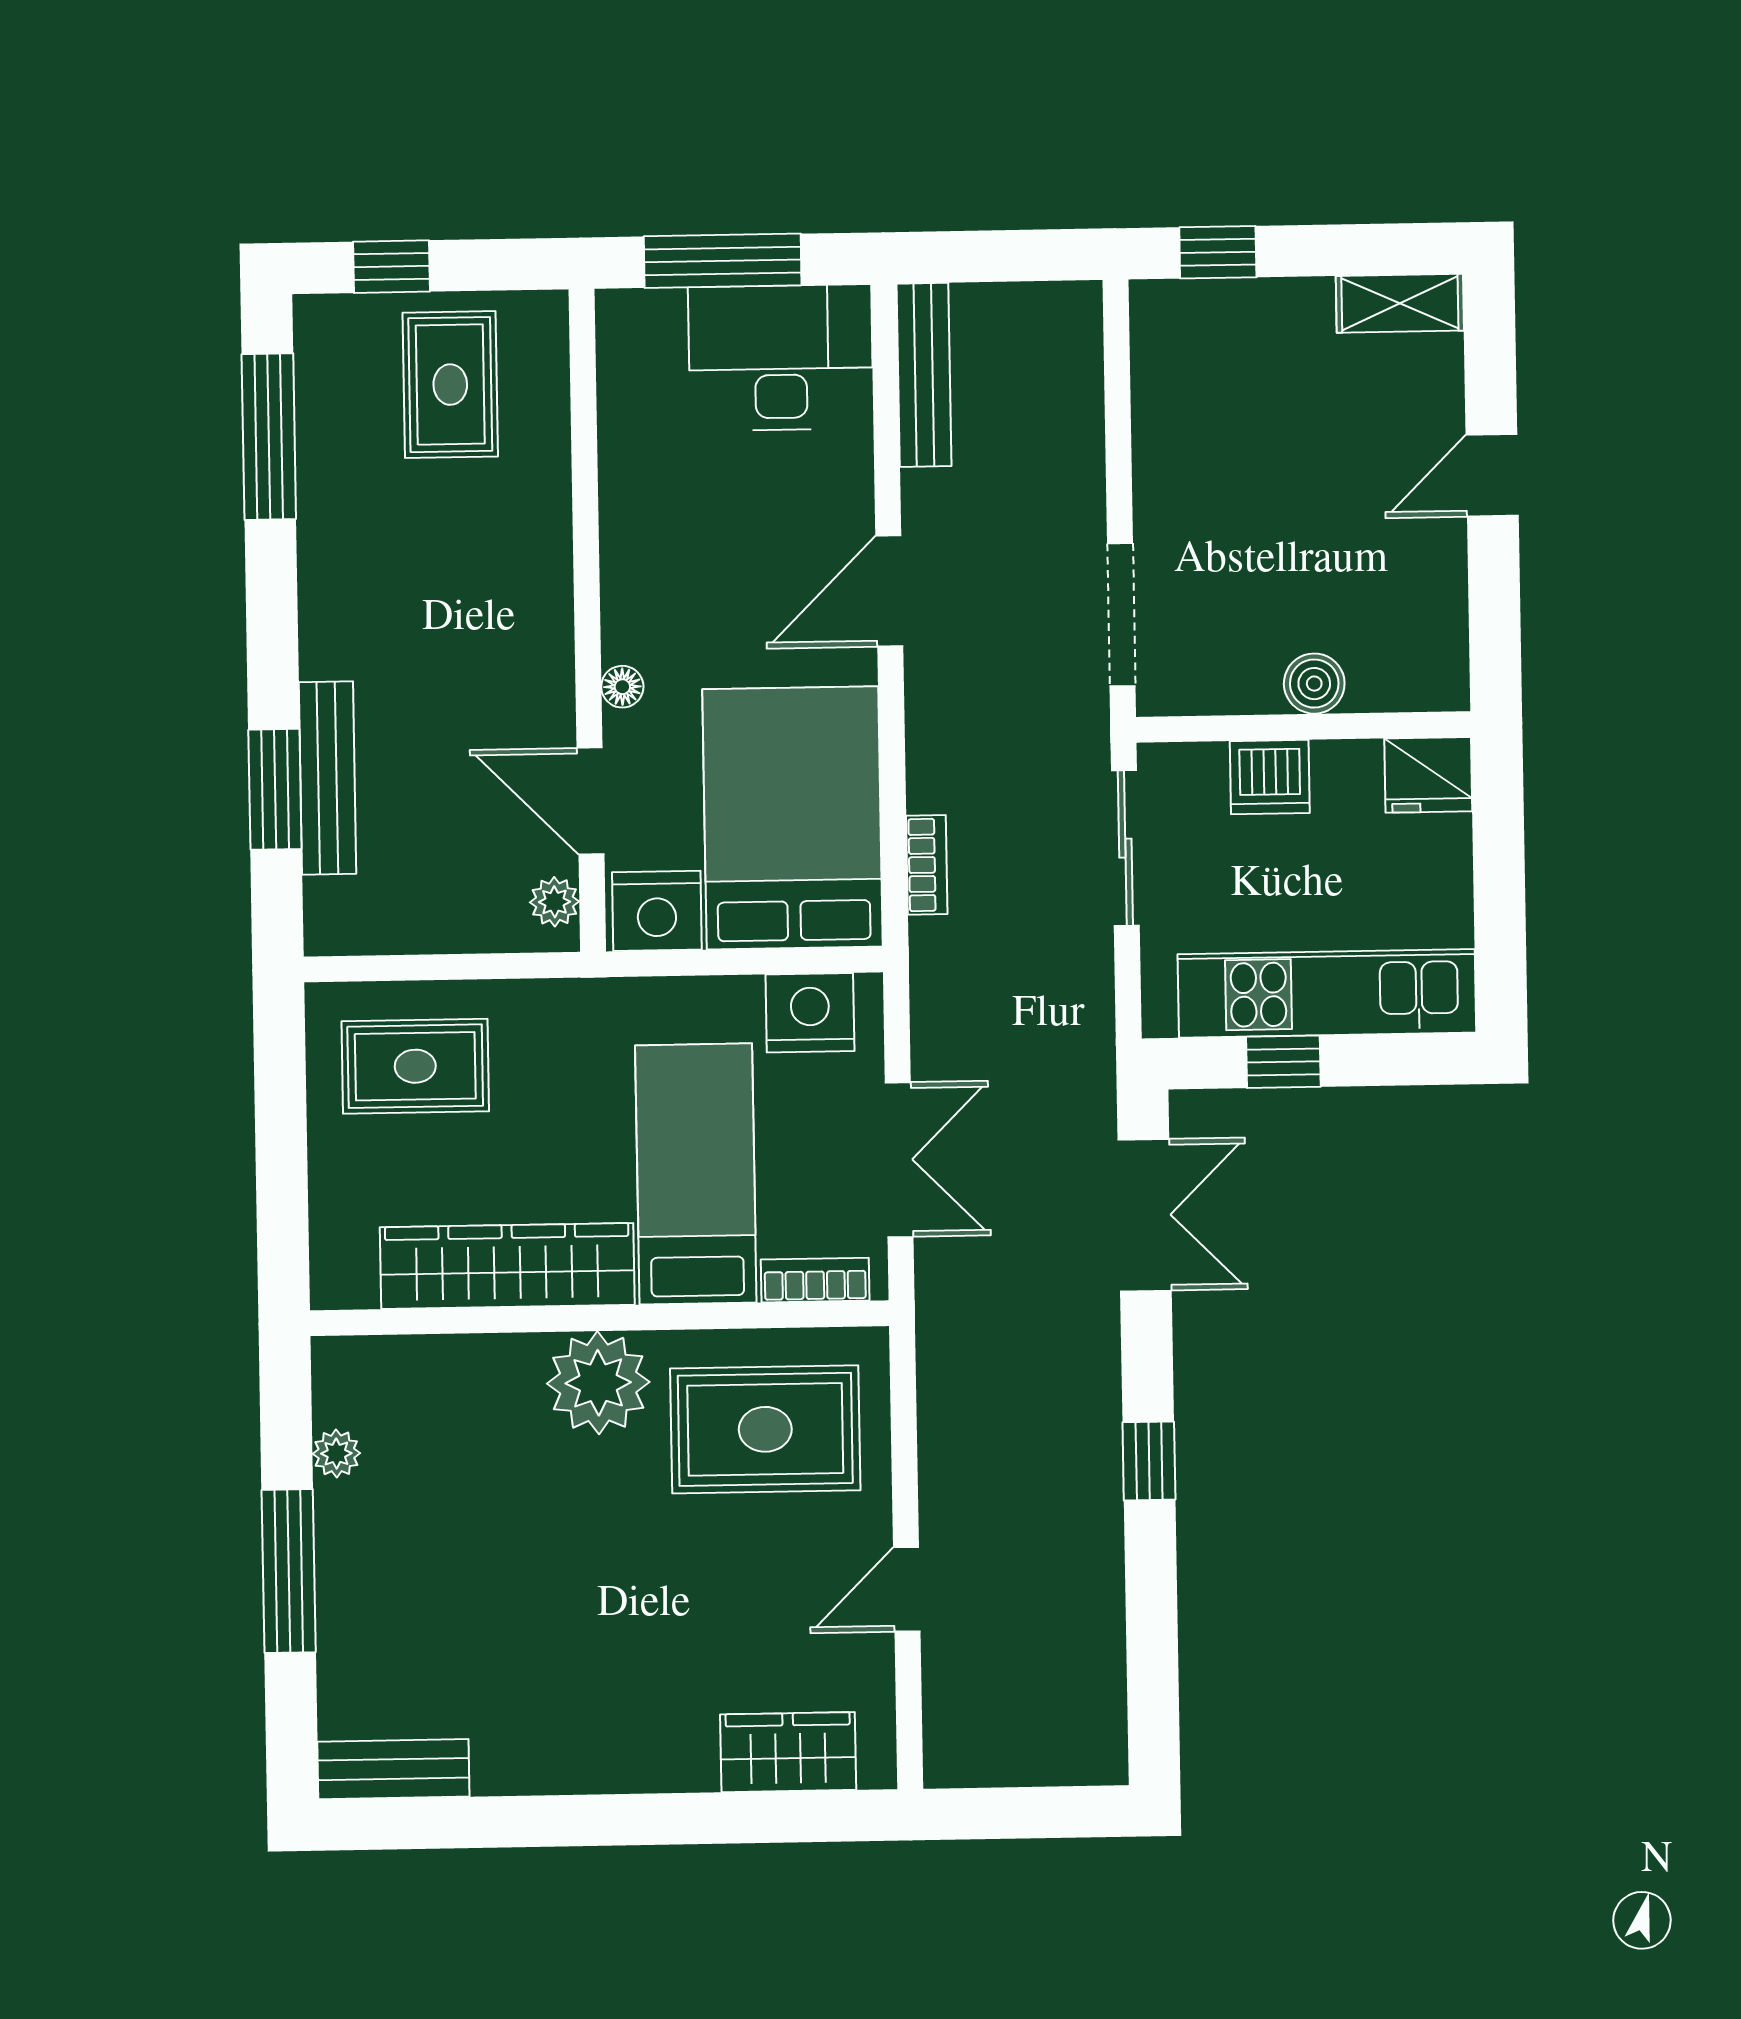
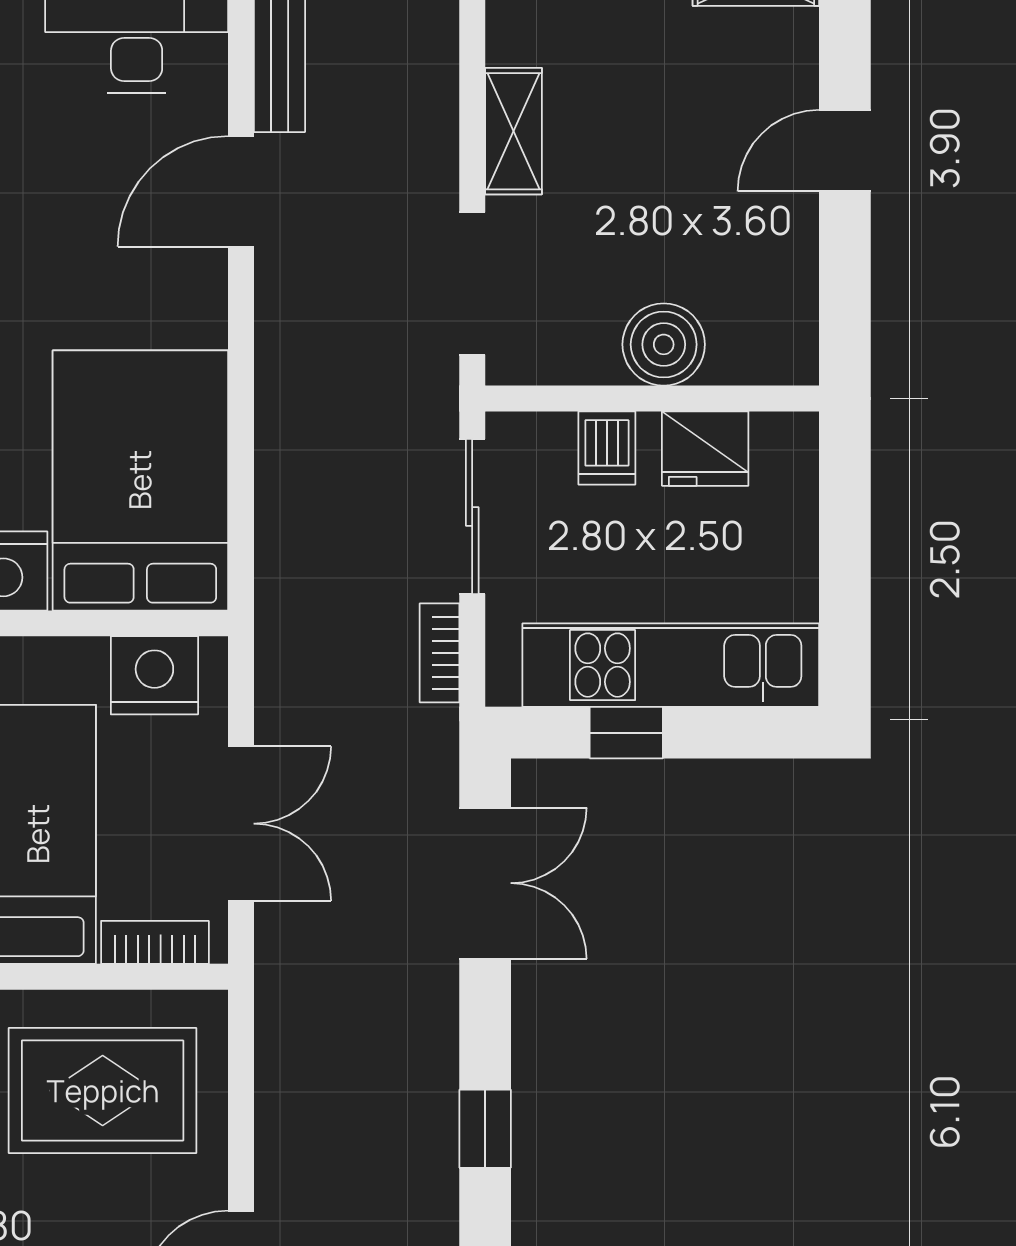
shelving: (1160, 462) -> (514, 131), added
door: (889, 591) -> (241, 191), moved
boiler: (1314, 684) -> (664, 344), width x1.36, depth x1.36
fridge: (1428, 775) -> (705, 449), moved
dishwasher: (1270, 777) -> (607, 448), width x0.73
bookcase: (927, 865) -> (440, 653), moved, turned 180

